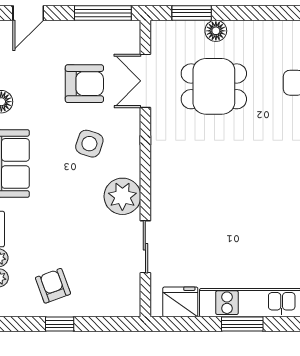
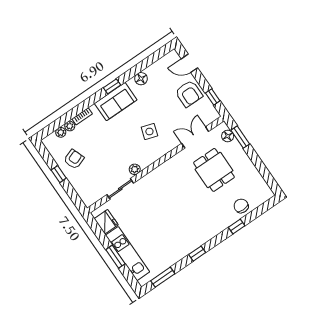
window: (103, 13) -> (213, 97), width x0.46
floor lamp: (216, 31) -> (228, 136), moved
armchair: (84, 84) -> (189, 94), moved
plant: (122, 196) -> (135, 169), width x0.53, depth x0.53

